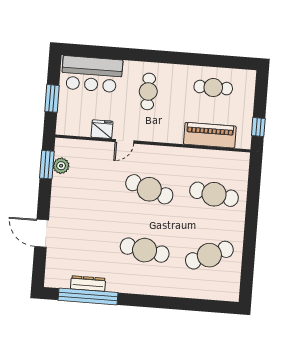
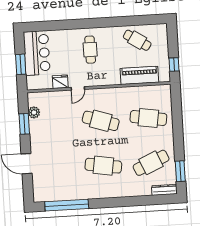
bar counter: (92, 74) -> (37, 53), moved, turned -90
cafe table: (213, 88) -> (137, 40), turned 33
window: (47, 165) -> (24, 124), moved
window: (247, 272) -> (180, 171), added
dresser: (88, 284) -> (164, 190), moved

